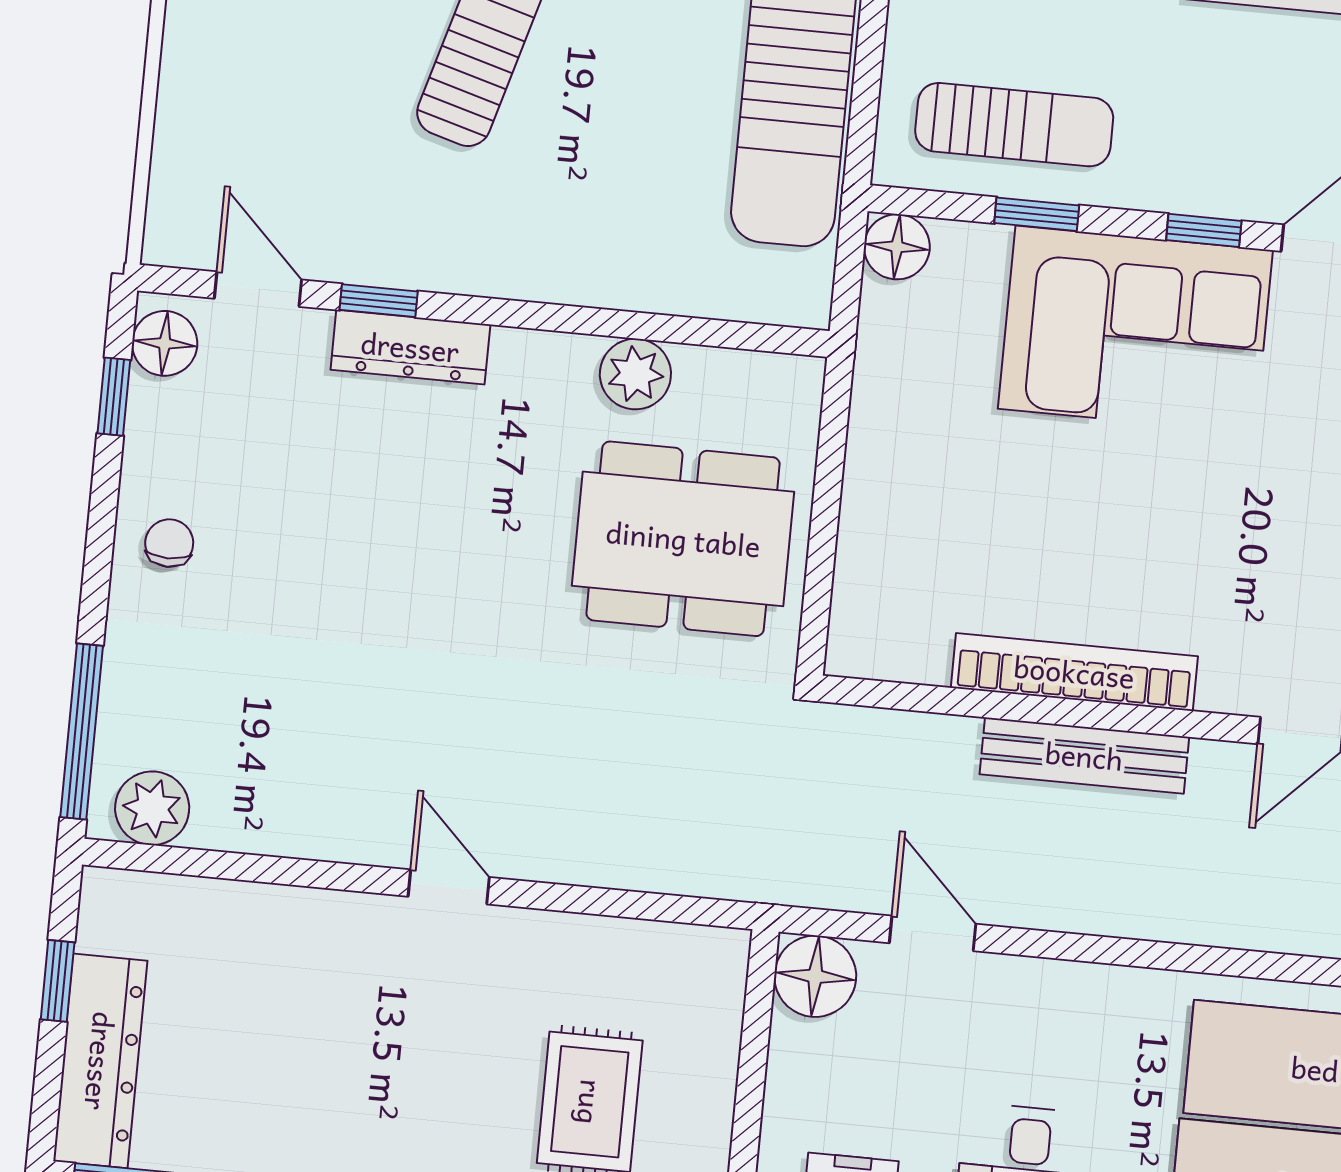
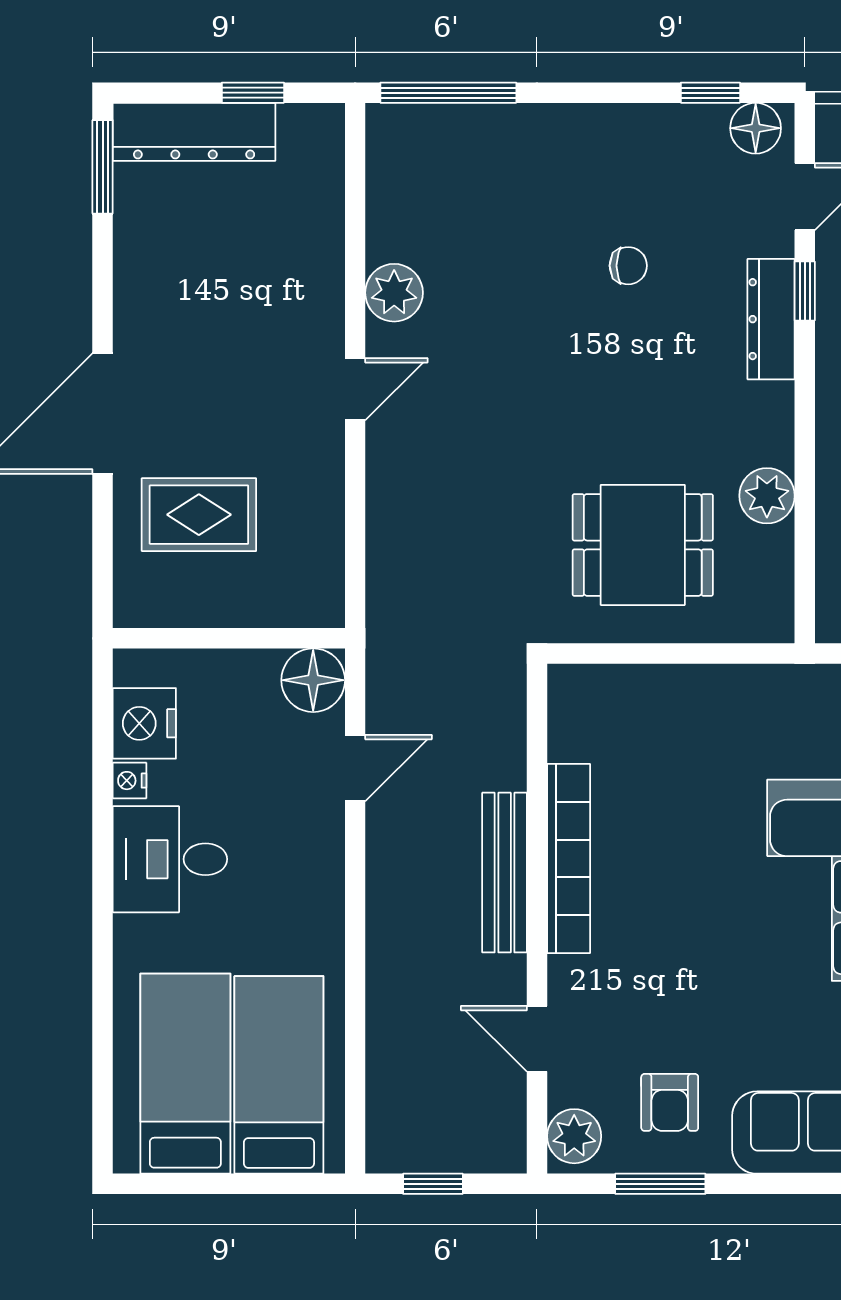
dining table: (683, 539) -> (643, 545), width x0.73
chair: (169, 543) -> (628, 266), moved
plant: (152, 808) -> (394, 293), moved

